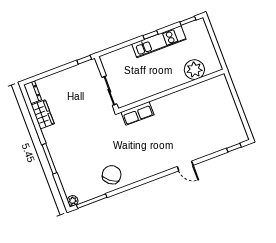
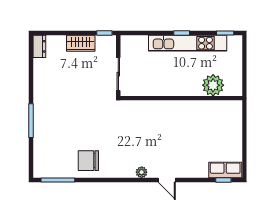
kitchen unit: (159, 42) -> (188, 43), width x1.36
row of seats: (137, 113) -> (225, 170), moved, turned 180
wardrobe: (43, 114) -> (81, 43), moved, turned 90
chair: (112, 175) -> (88, 161), turned -128
plant: (73, 201) -> (142, 172), moved

